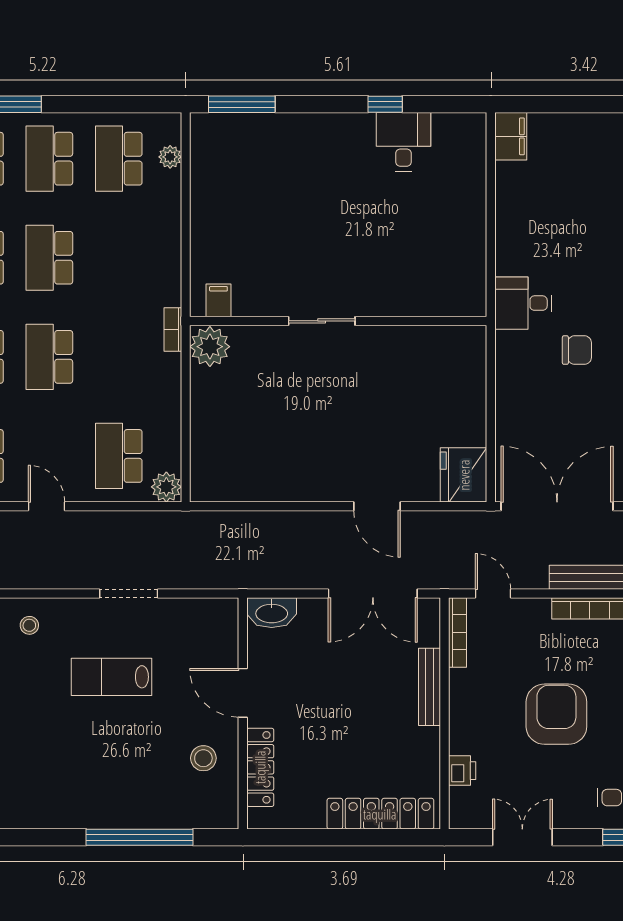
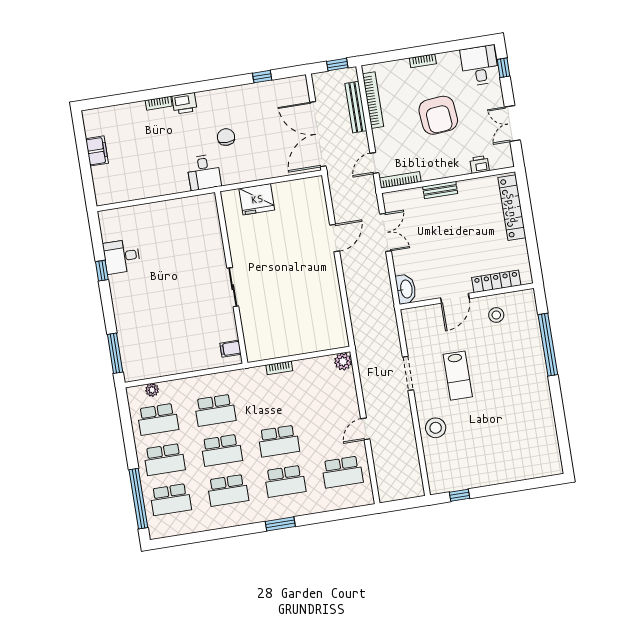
filing cabinet: (511, 136) -> (97, 151), moved, turned 90
bookcase: (173, 329) -> (279, 368), moved
plant: (210, 347) -> (258, 349), removed
school desk: (119, 456) -> (215, 410), moved
fridge: (464, 475) -> (257, 199), moved
double door: (373, 593) -> (385, 232), width x0.73
stool: (29, 625) -> (436, 428), width x1.89, depth x1.89
bench: (429, 687) -> (440, 190), width x0.73
armchair: (556, 714) -> (438, 115), turned -95

